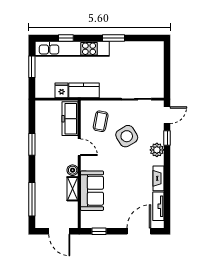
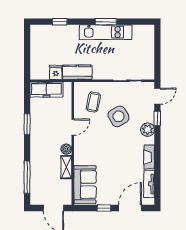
kitchen unit: (72, 49) -> (106, 32), moved, width x0.73
window: (32, 67) -> (27, 49), removed
freezer: (70, 119) -> (46, 90), moved, turned -90
door: (79, 147) -> (73, 127), hinge flipped
sofa: (92, 191) -> (85, 185), moved
window: (99, 231) -> (104, 208), moved

